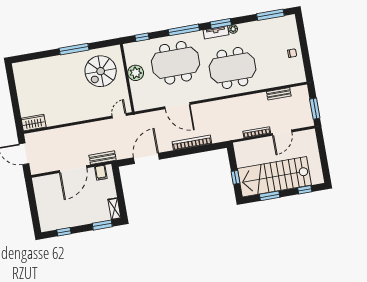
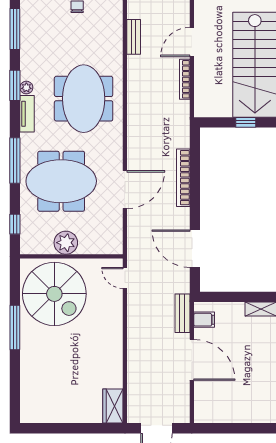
window: (221, 23) -> (15, 85), moved
meeting table: (176, 63) -> (61, 181), turned 90
spiral stairs: (101, 71) -> (54, 294), width x1.37, depth x1.37
door: (282, 133) -> (192, 42), swing flipped

